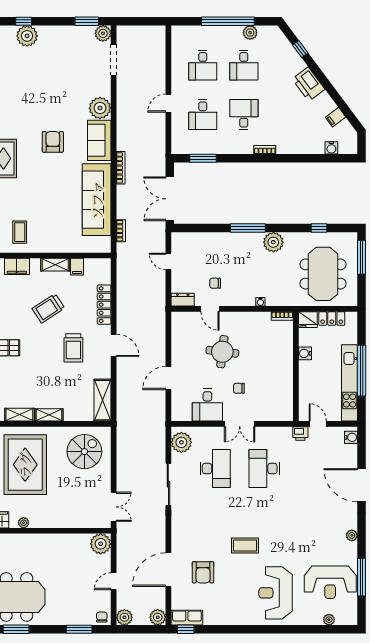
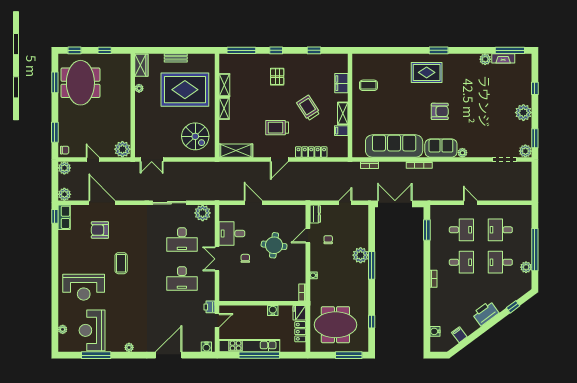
plant: (27, 36) -> (523, 113), moved
plant: (100, 108) -> (462, 153), width x0.53, depth x0.53
desk: (203, 114) -> (461, 230), turned 180
plant: (273, 242) -> (361, 255), moved
desk: (264, 468) -> (182, 278), turned 180
reception desk: (276, 593) -> (84, 287), turned 180

